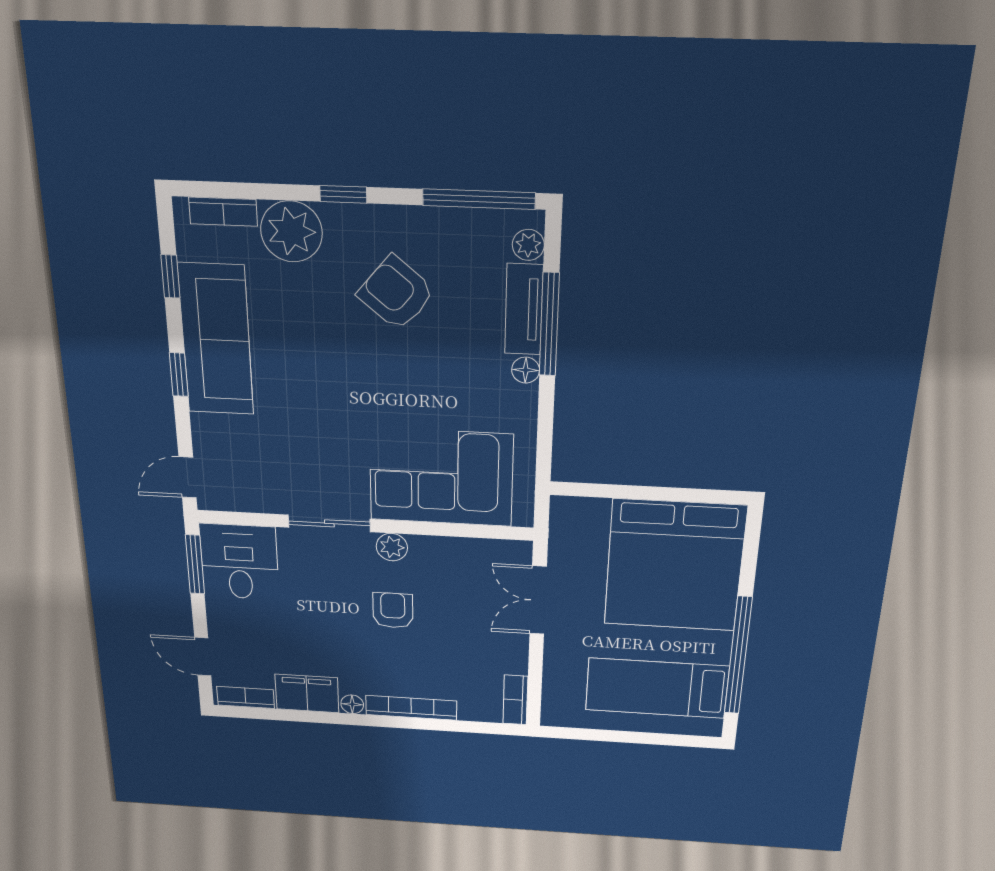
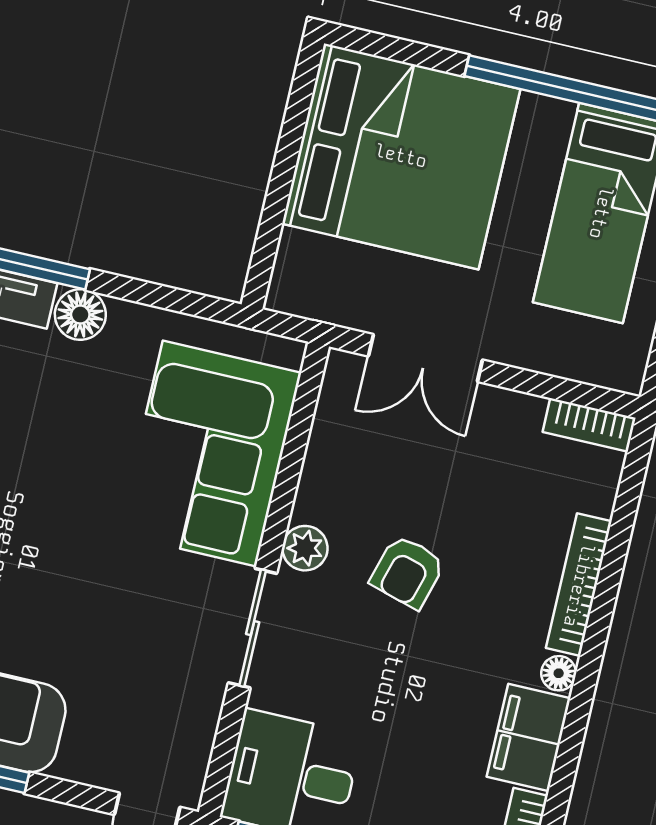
floor lamp: (526, 370) -> (80, 315), width x1.37, depth x1.37
armchair: (393, 610) -> (407, 572), turned -74

